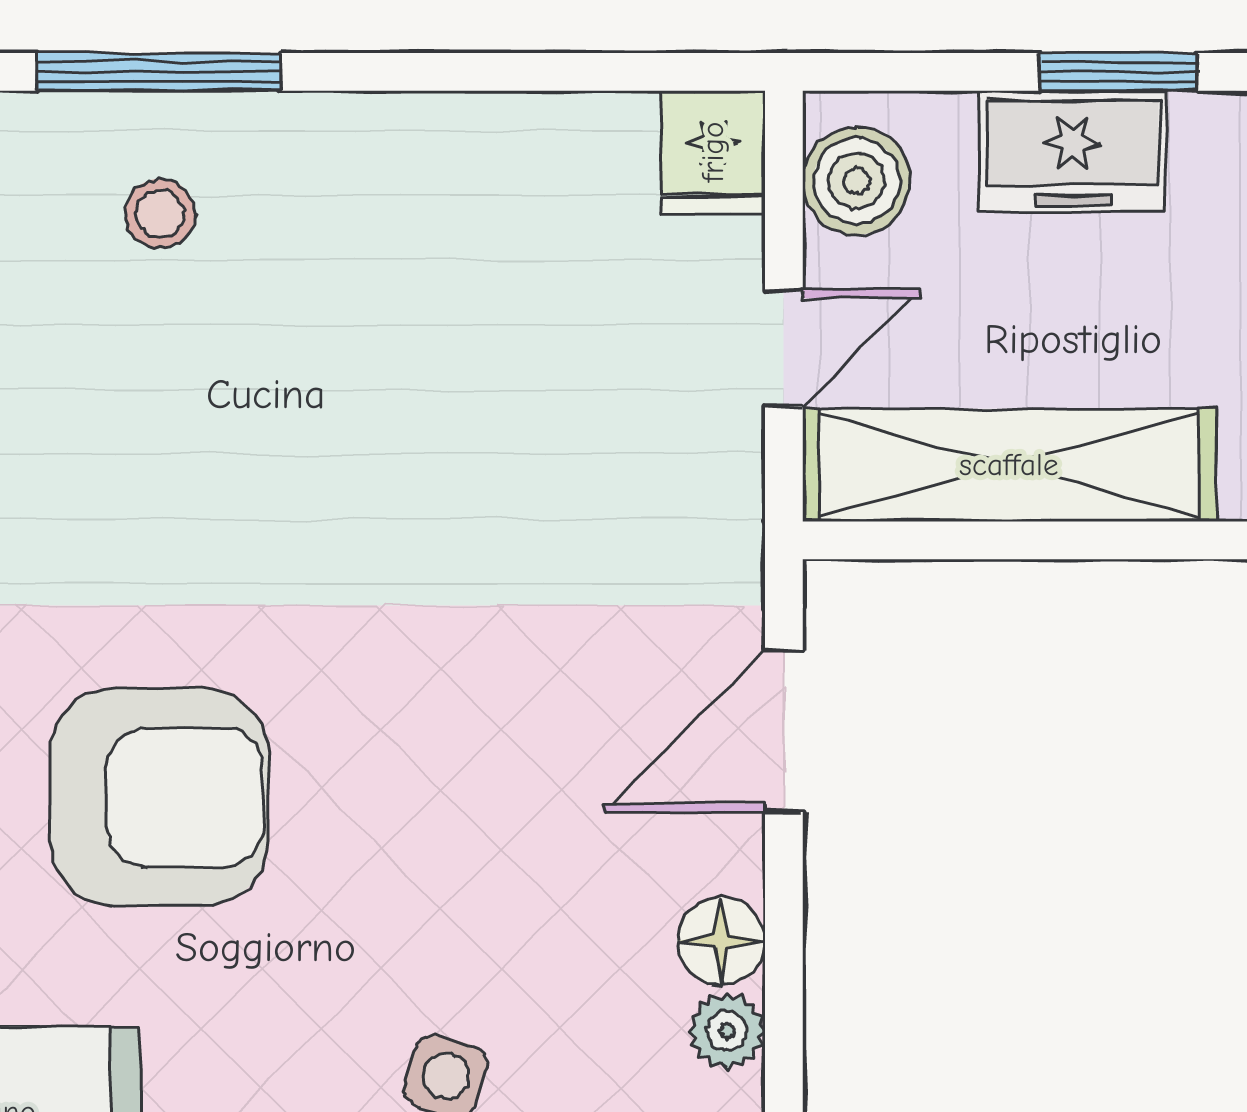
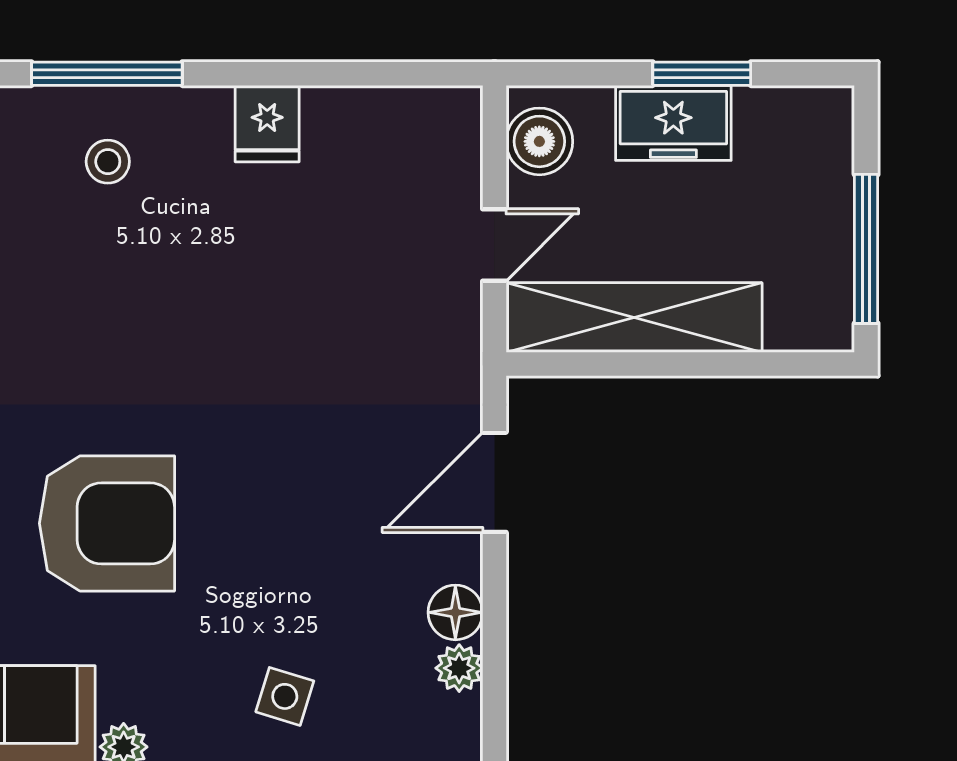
fridge: (713, 152) -> (267, 124), moved

